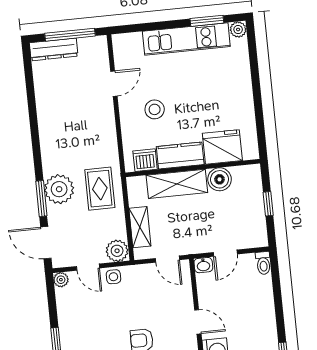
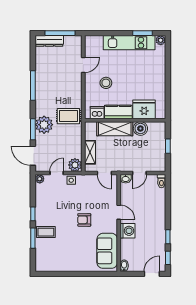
window: (34, 126) -> (33, 86), added
rug: (100, 189) -> (68, 116), moved, turned 90
door: (88, 267) -> (57, 173), swing flipped

